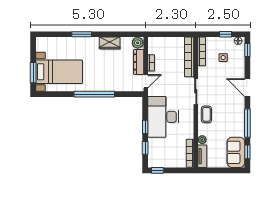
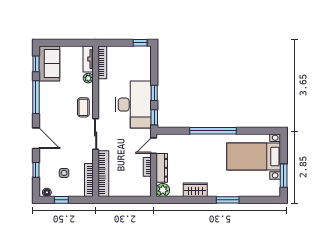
window: (247, 50) -> (36, 170), moved
window: (33, 73) -> (284, 176), moved
window: (145, 148) -> (154, 117), moved

